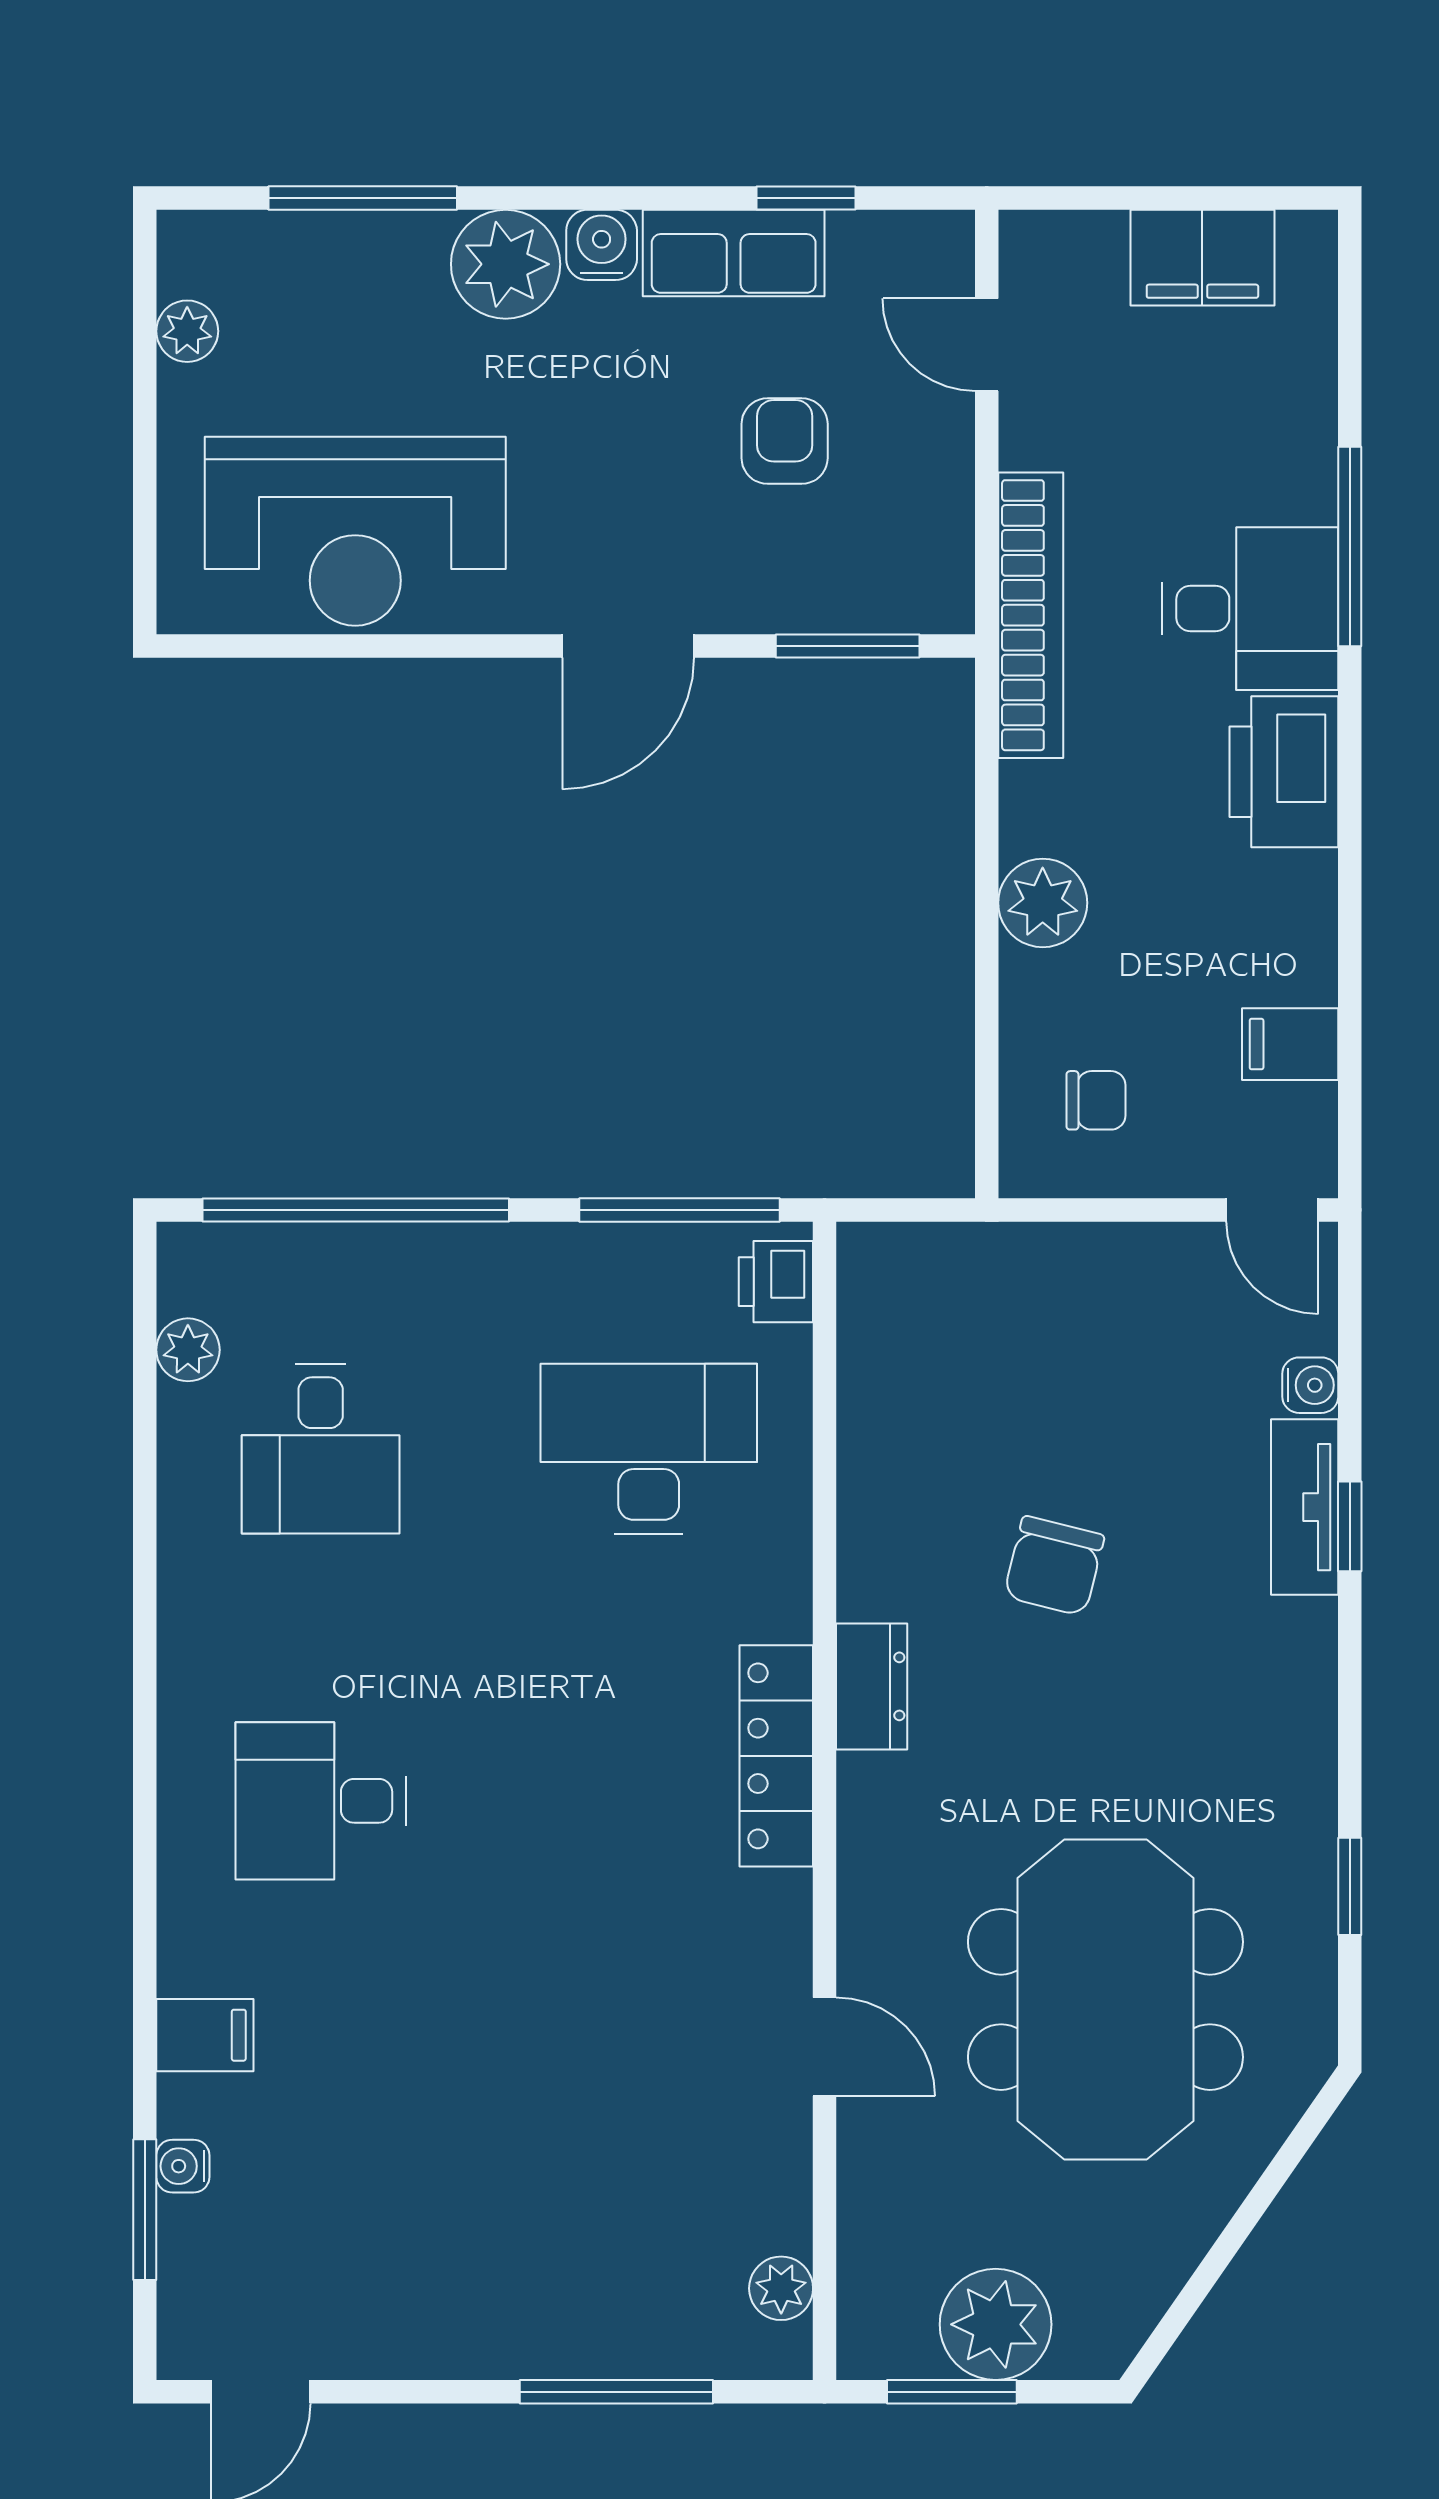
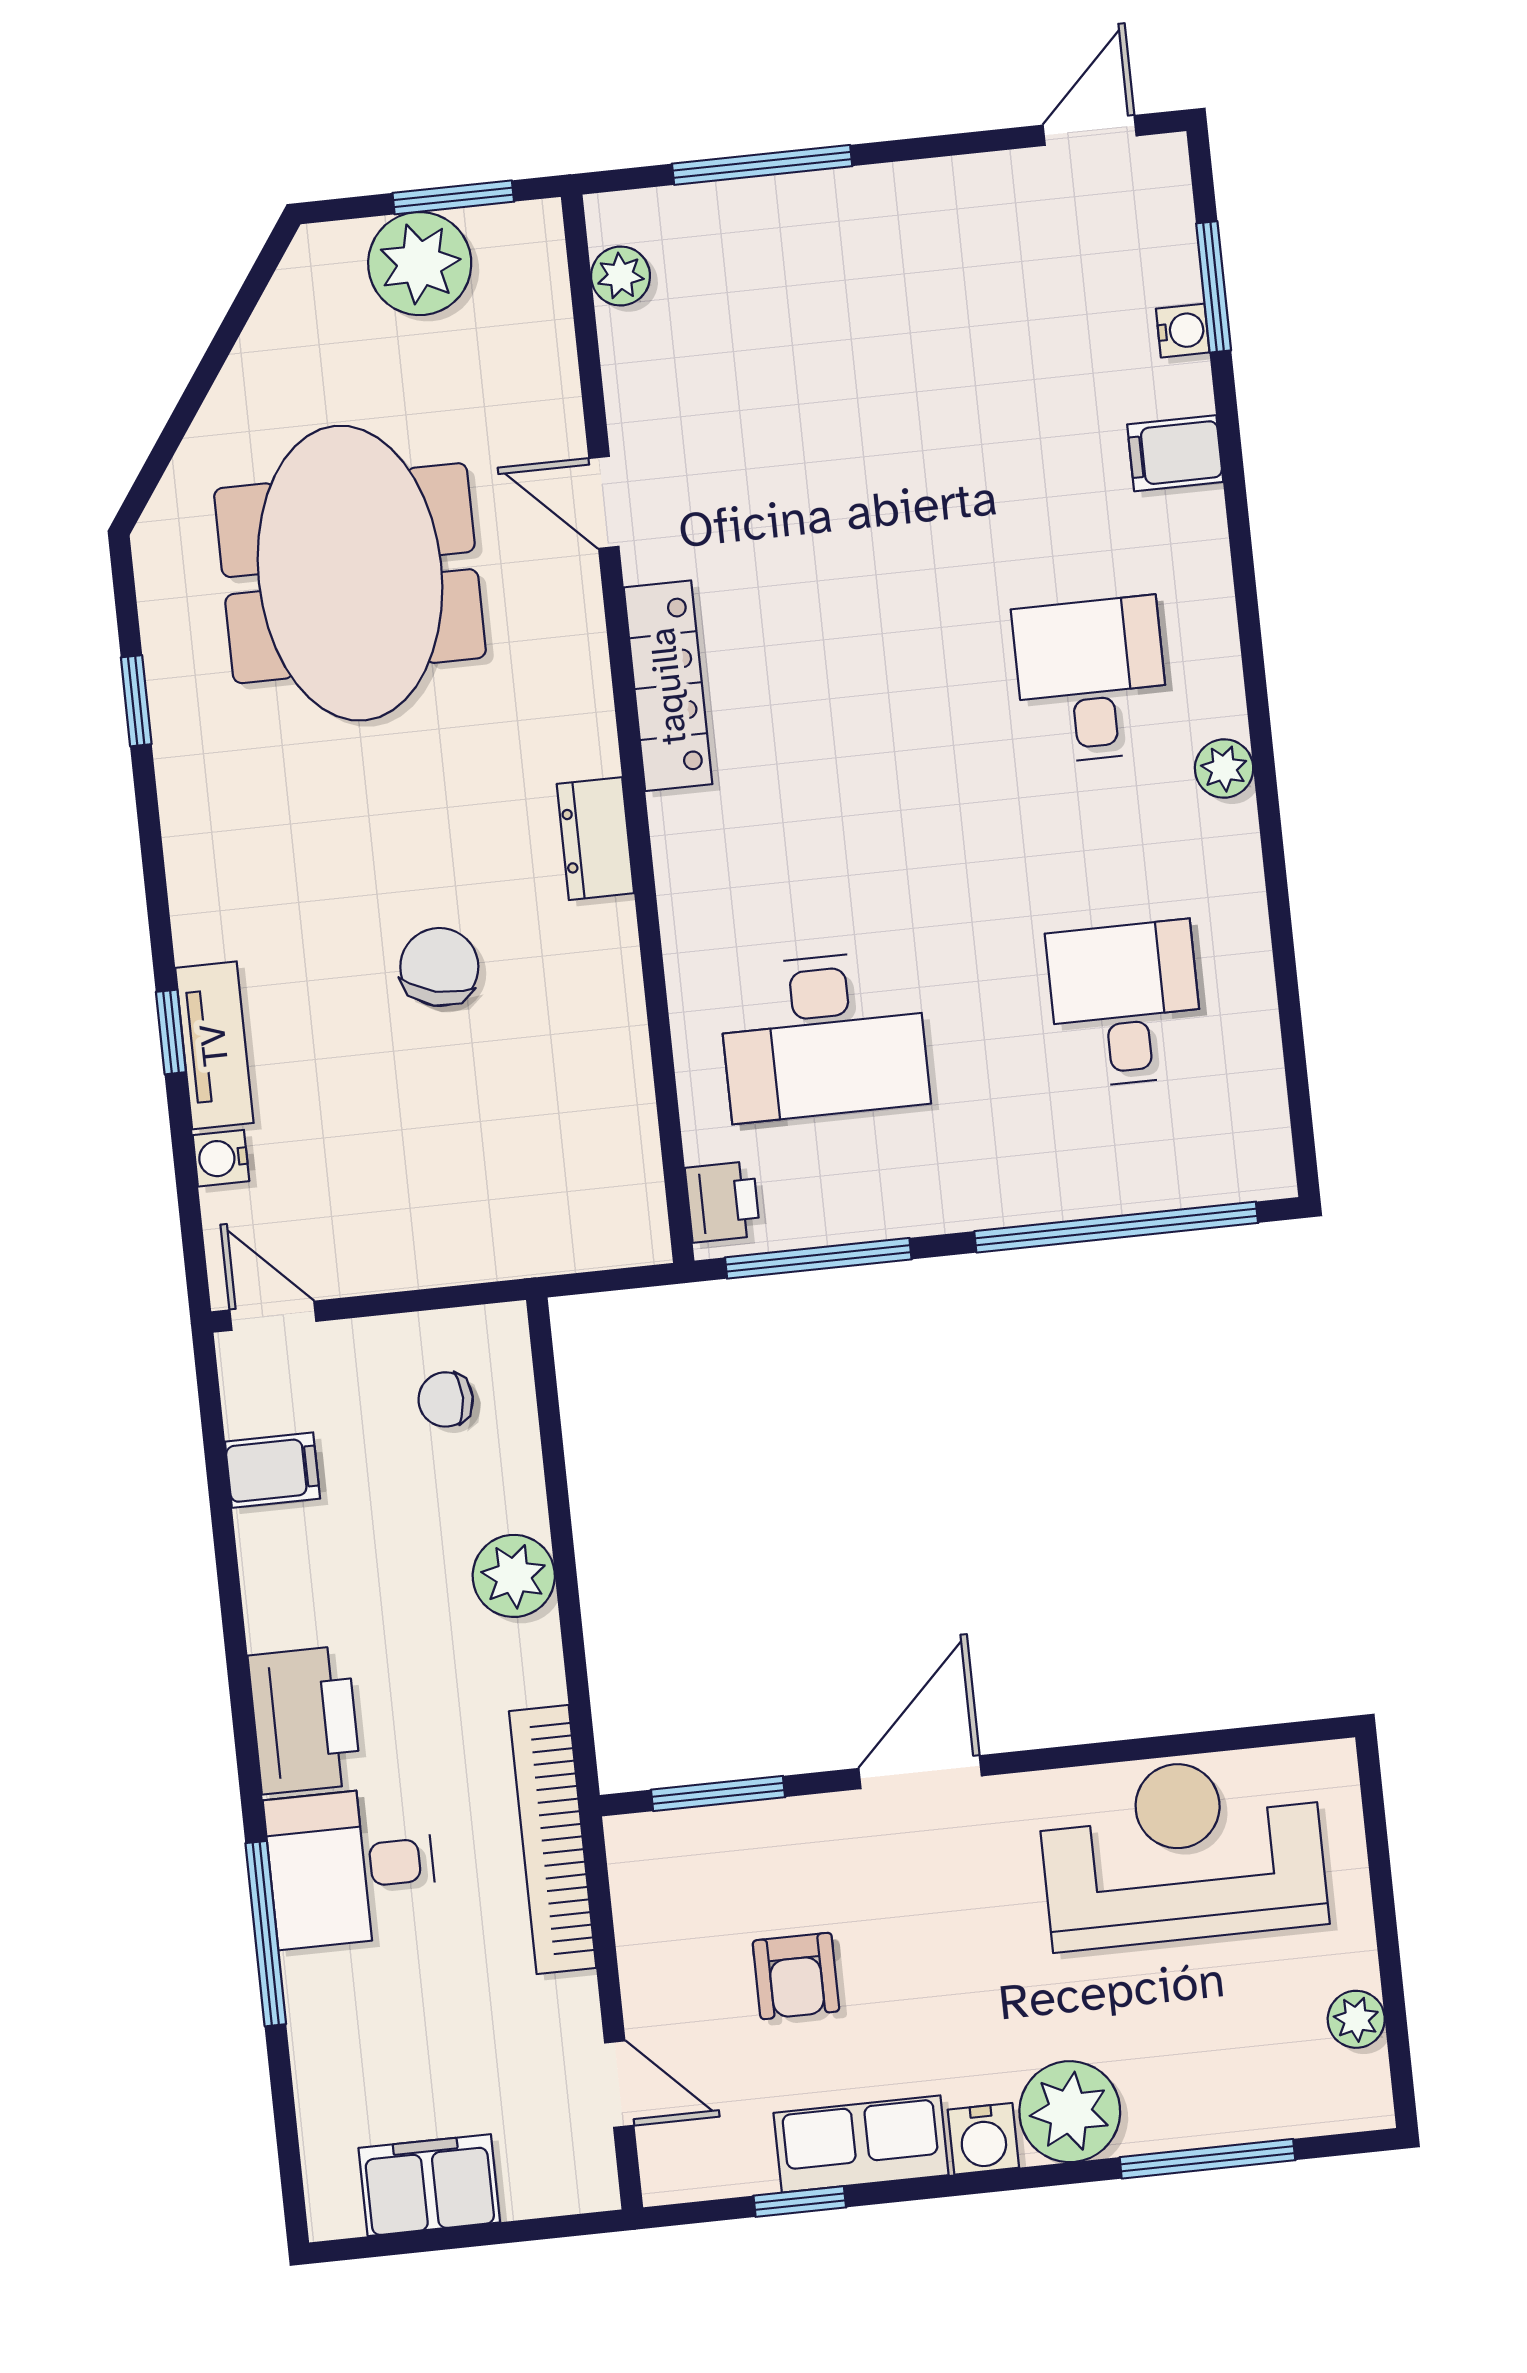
plant: (188, 1350) -> (1224, 769), moved
locker: (776, 1756) -> (668, 686), moved
desk: (321, 1801) -> (1091, 680), turned -90

